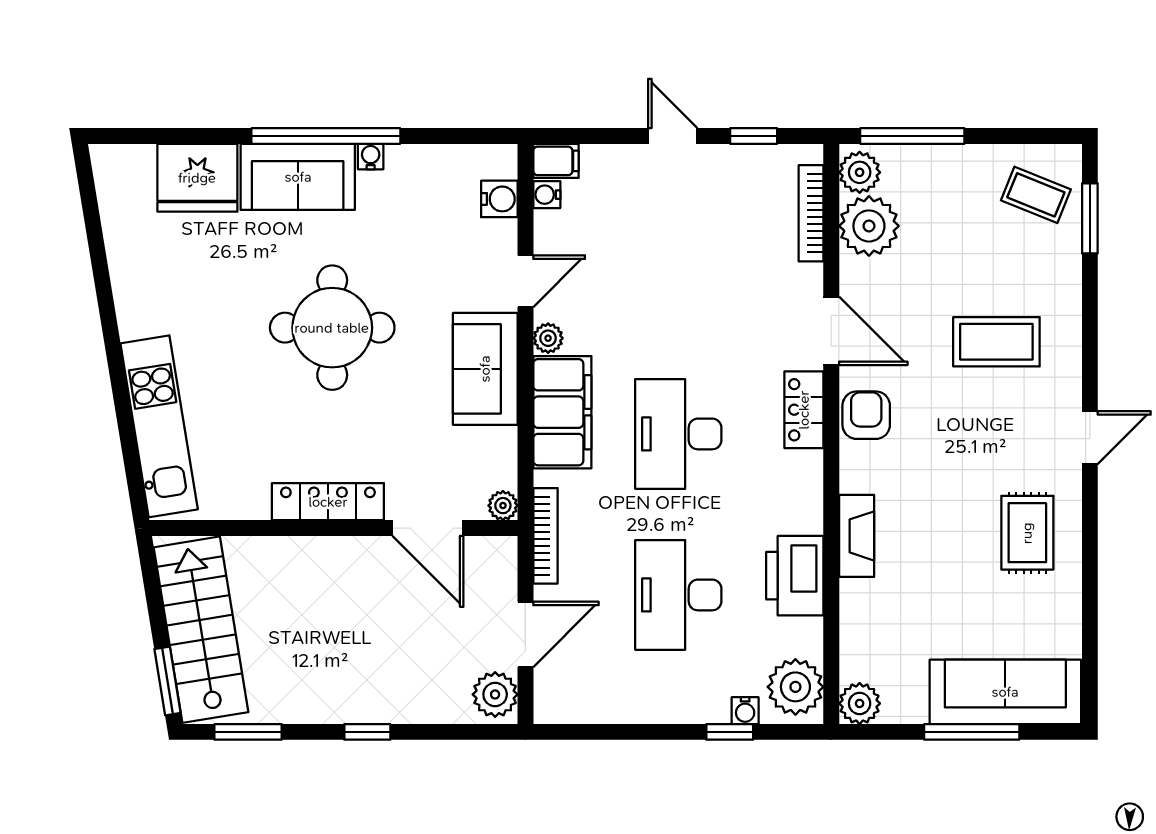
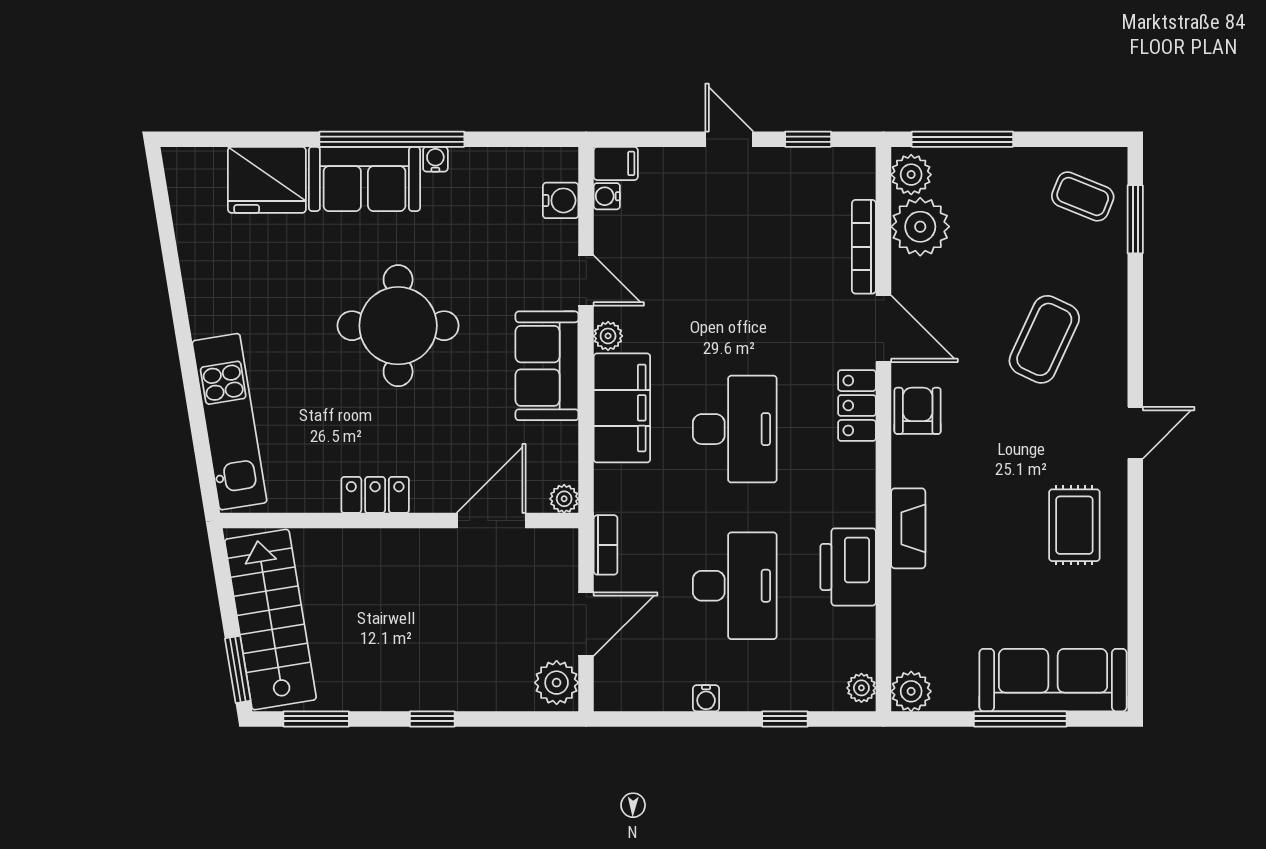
bookcase: (811, 213) -> (864, 247), moved
door: (525, 281) -> (586, 280), hinge flipped
coffee table: (996, 342) -> (1044, 339), turned -65
desk: (678, 434) -> (735, 429), turned 180
locker: (328, 502) -> (375, 495), width x0.66
door: (428, 528) -> (491, 521), swing flipped
bookcase: (545, 536) -> (606, 545), width x0.64
desk: (678, 595) -> (735, 586), turned 180
plant: (795, 687) -> (861, 688), width x0.53, depth x0.53
water cooler: (745, 711) -> (706, 698), moved

